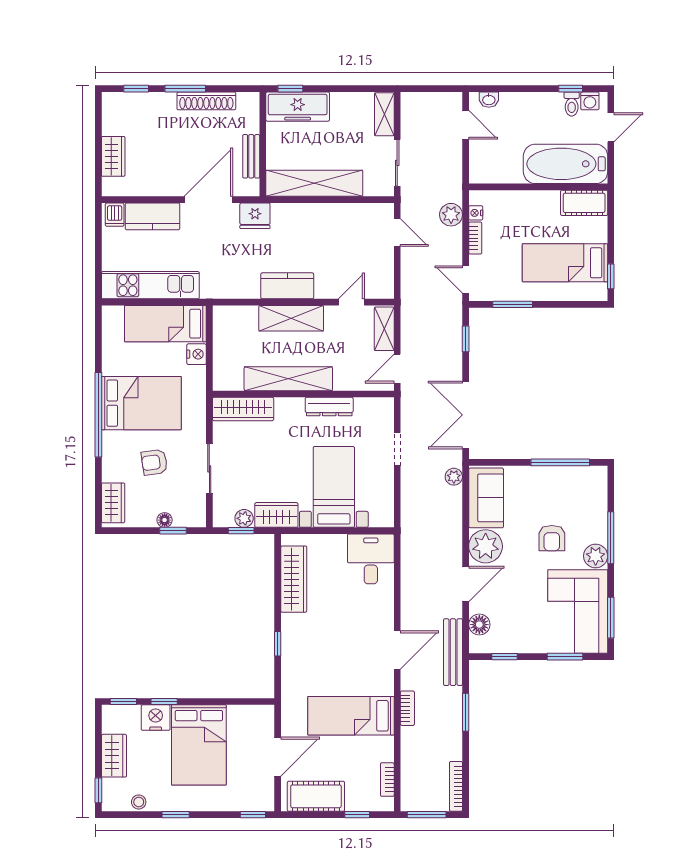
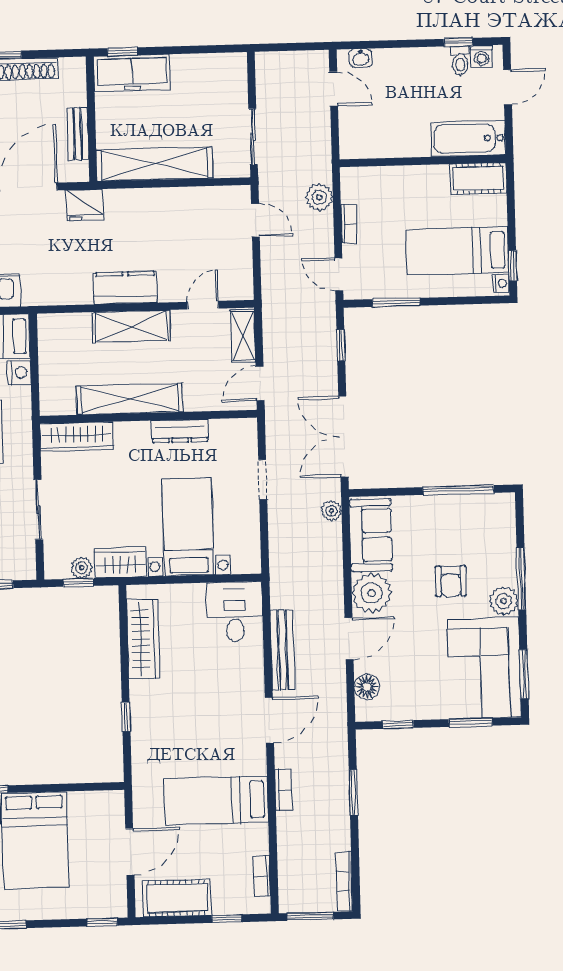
shelving: (384, 114) -> (236, 79), removed
bathtub: (566, 164) -> (468, 138), width x0.73, depth x0.73
nightstand: (476, 213) -> (501, 283), moved, turned 180
bench: (453, 652) -> (283, 650), moved

